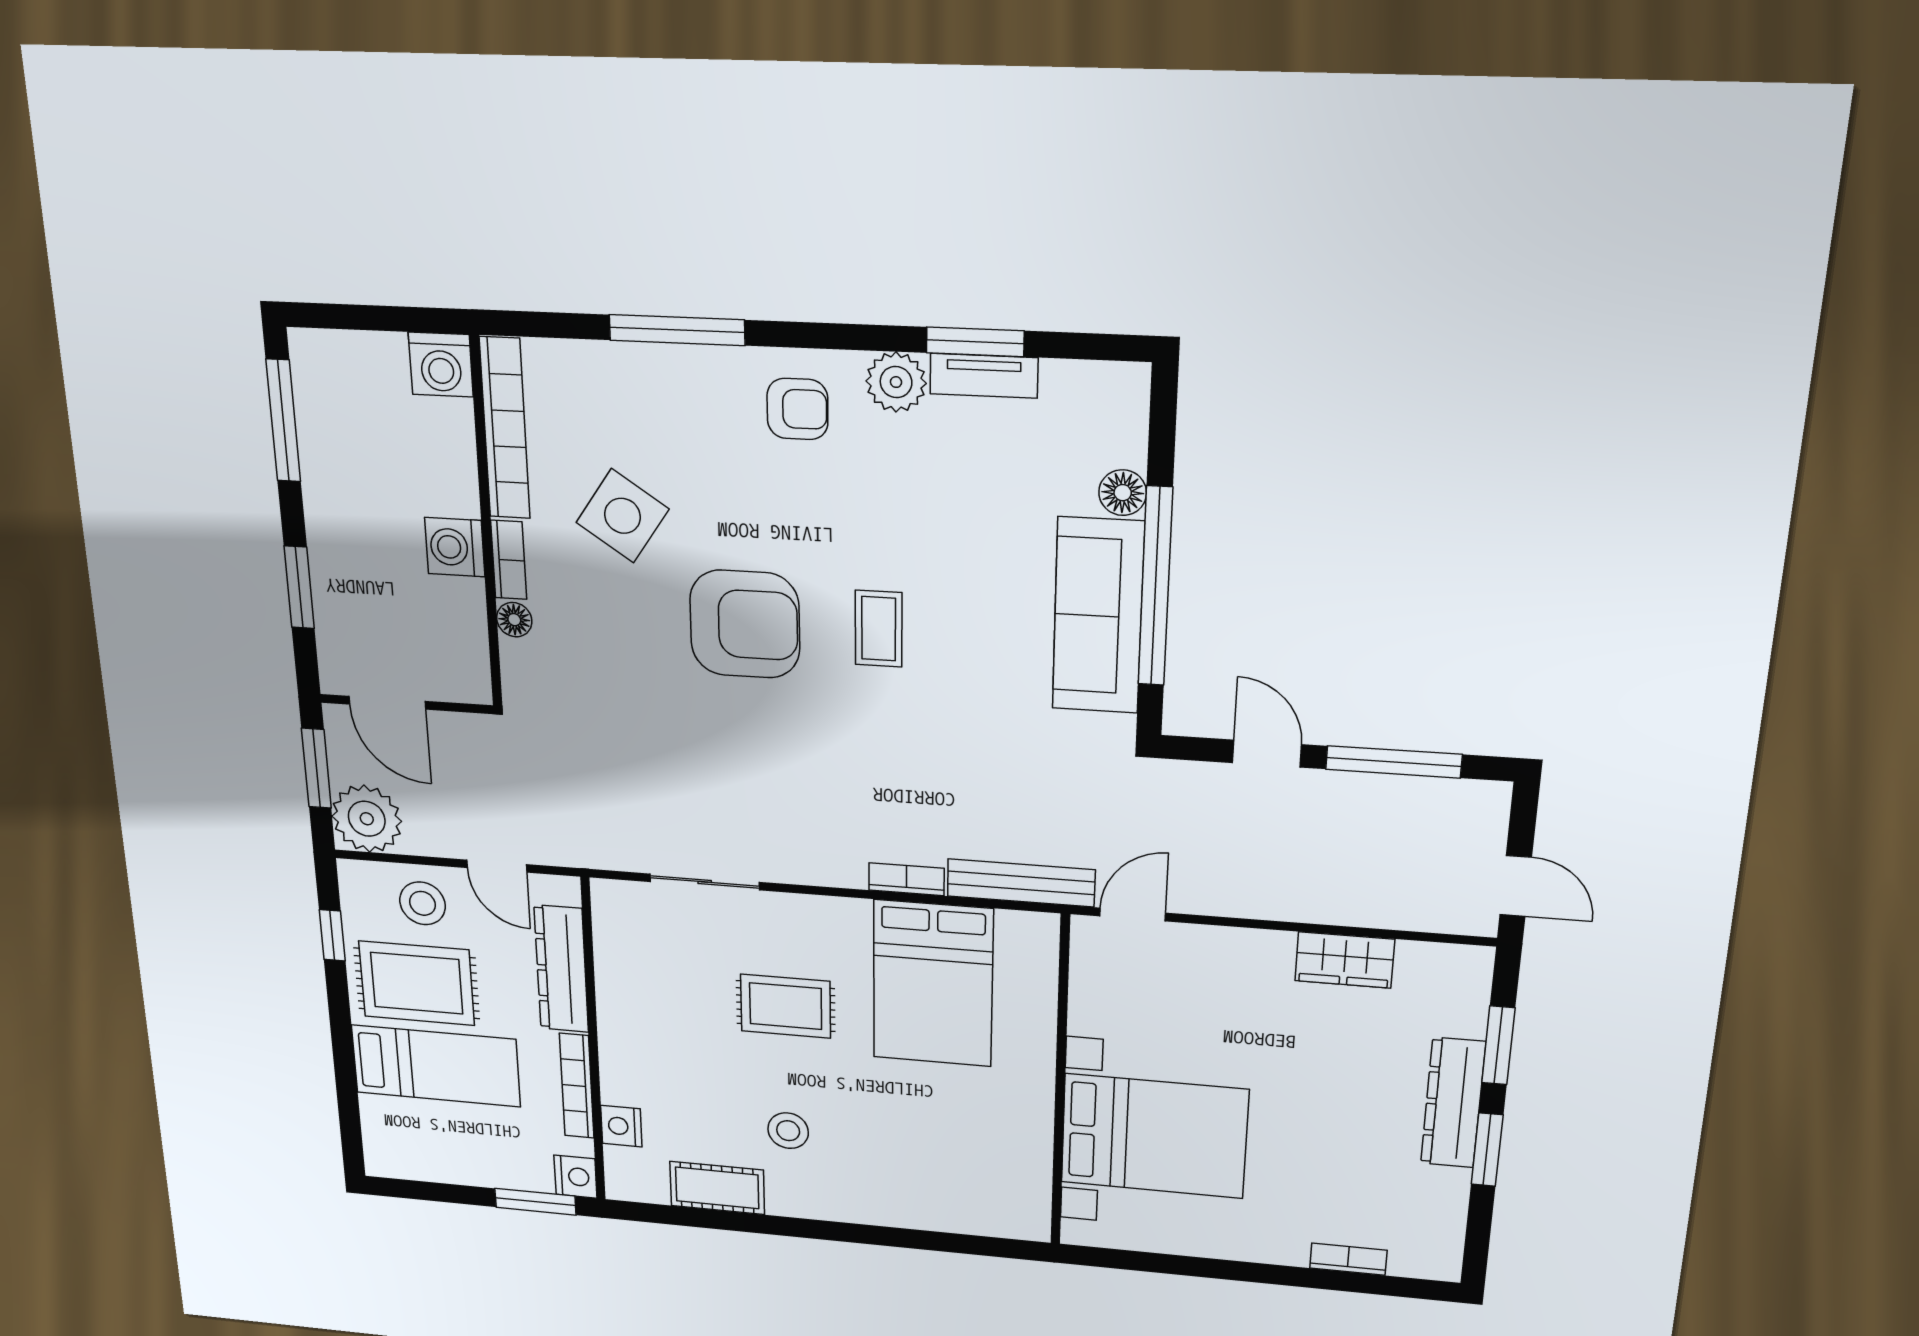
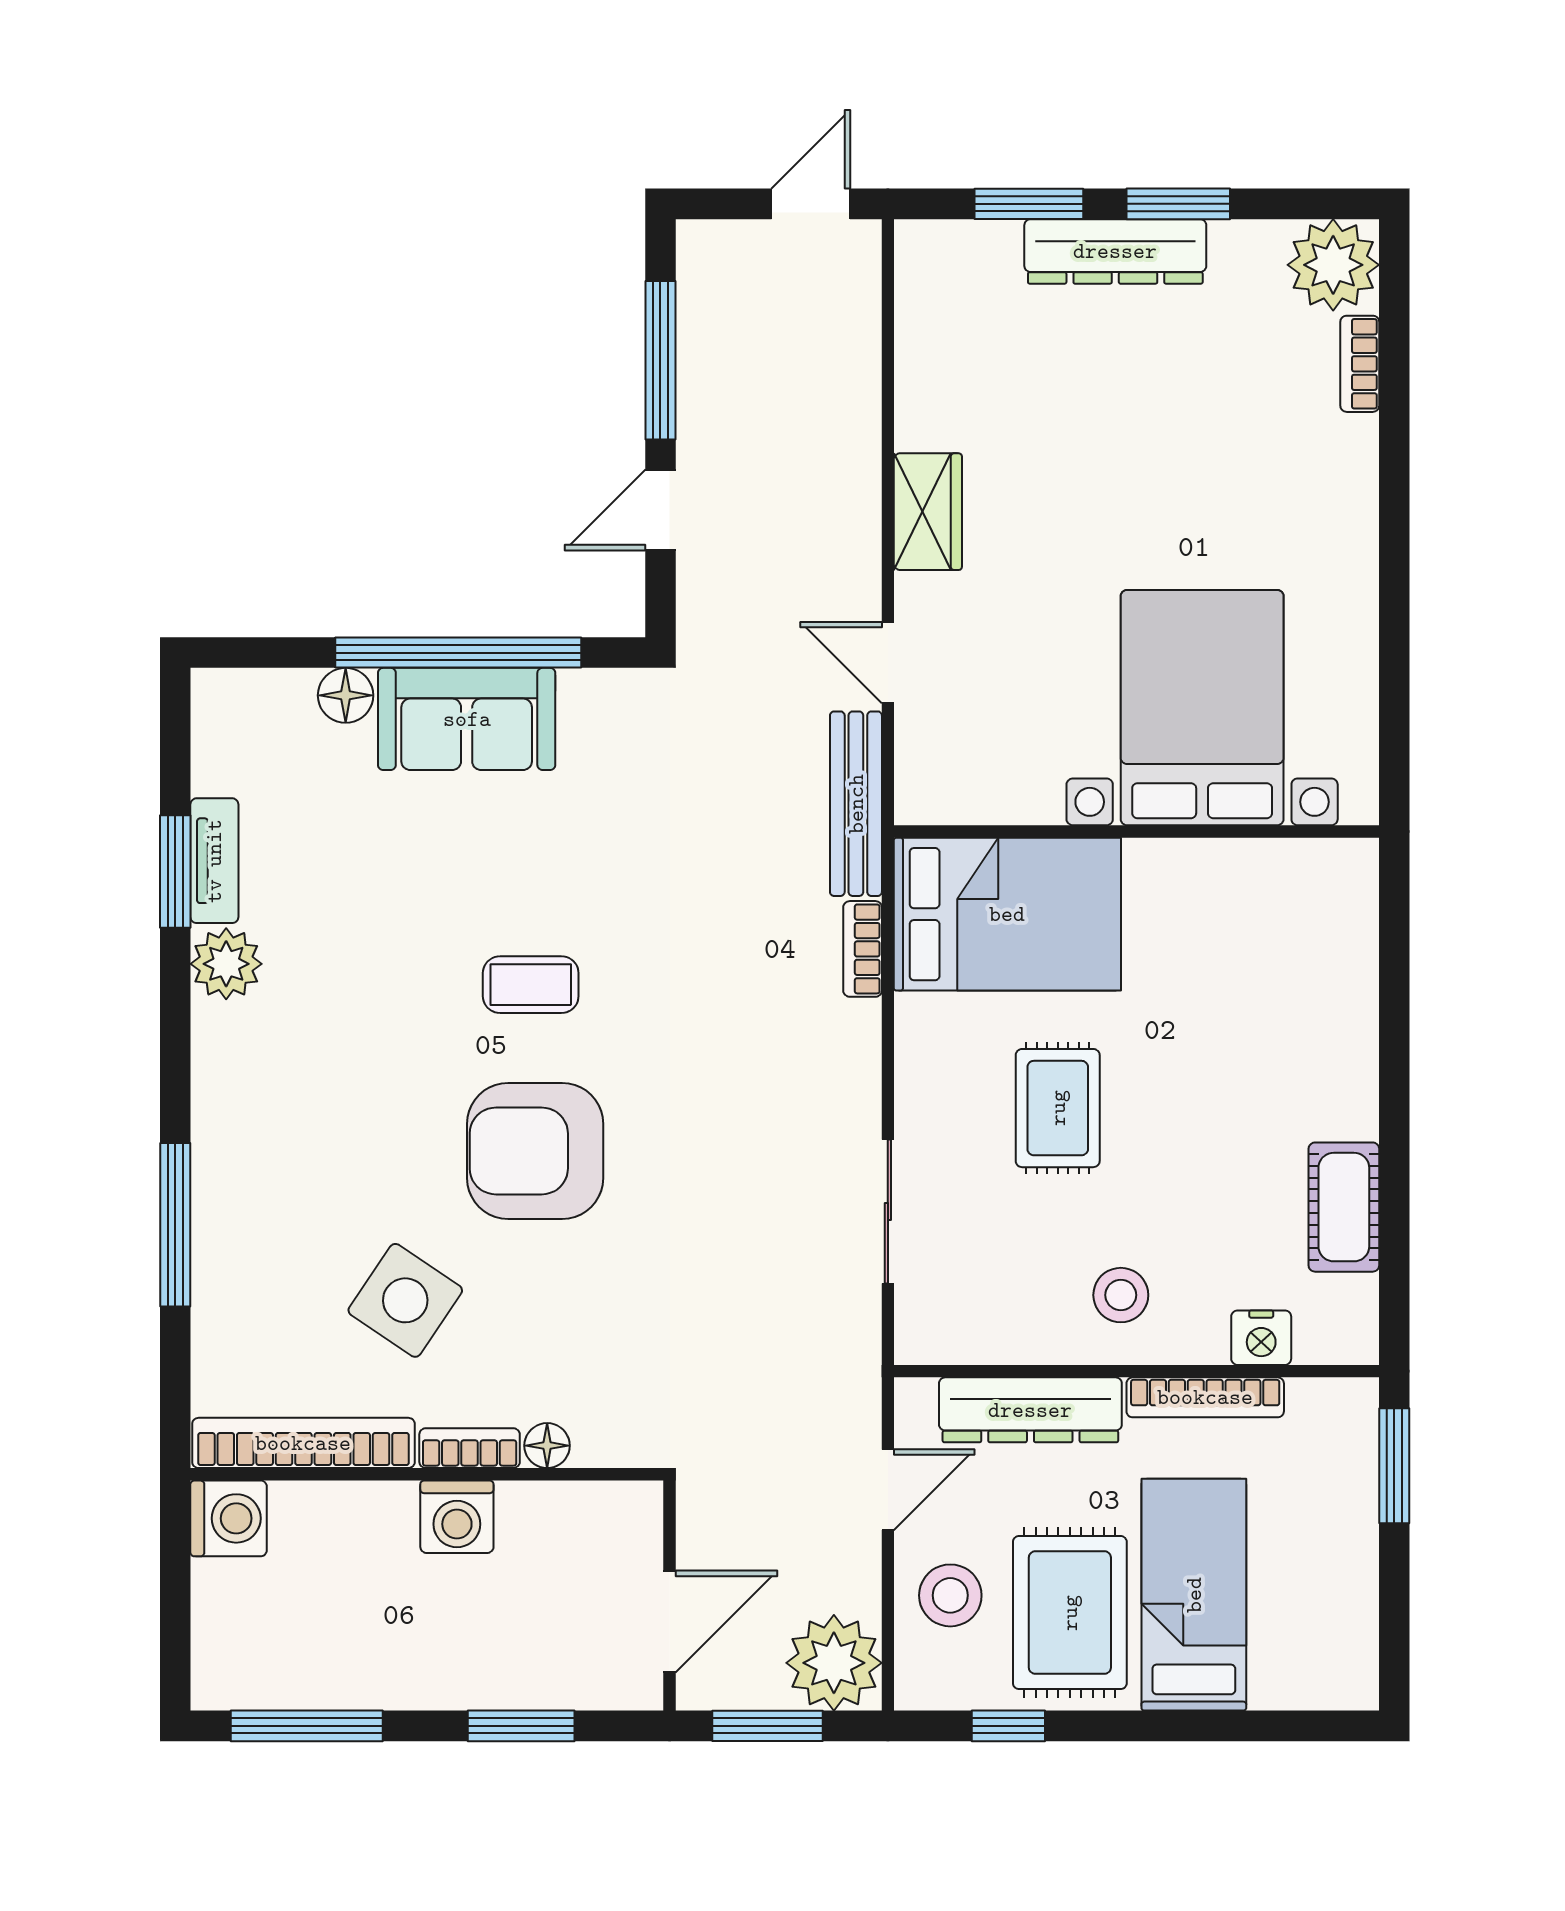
armchair: (797, 409) -> (263, 1081), removed
sofa: (1098, 616) -> (467, 719), width x0.73
armchair: (745, 624) -> (535, 1151), turned -90
wardrobe: (1345, 960) -> (928, 512), moved
wall: (1060, 1083) -> (1136, 831), moved
stool: (788, 1131) -> (1121, 1295), moved
bed with nightstands: (1154, 1136) -> (1202, 708), moved
nightstand: (575, 1177) -> (1348, 1406), removed
plant: (1427, 1249) -> (1333, 265), added

